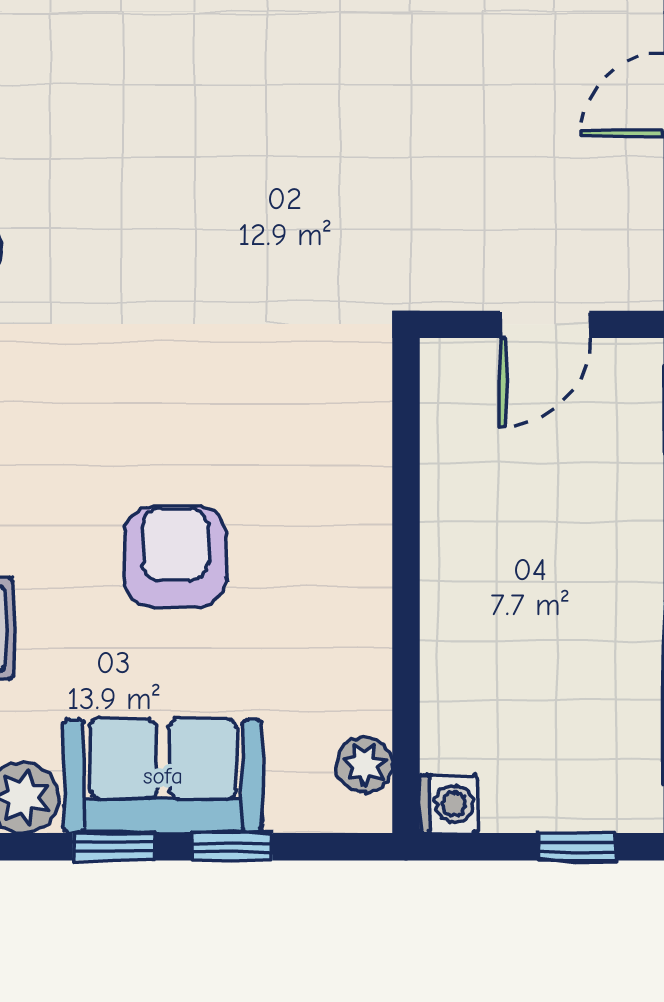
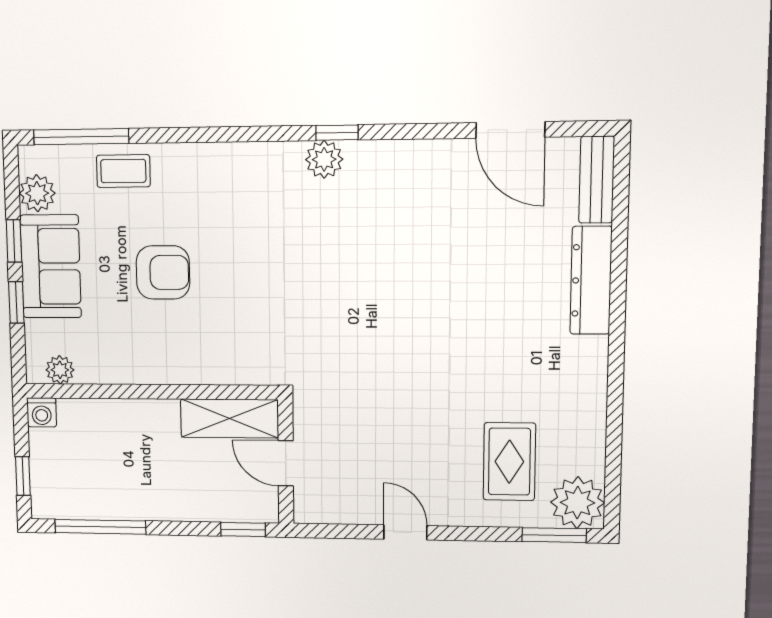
shelving: (457, 433) -> (229, 418), added

